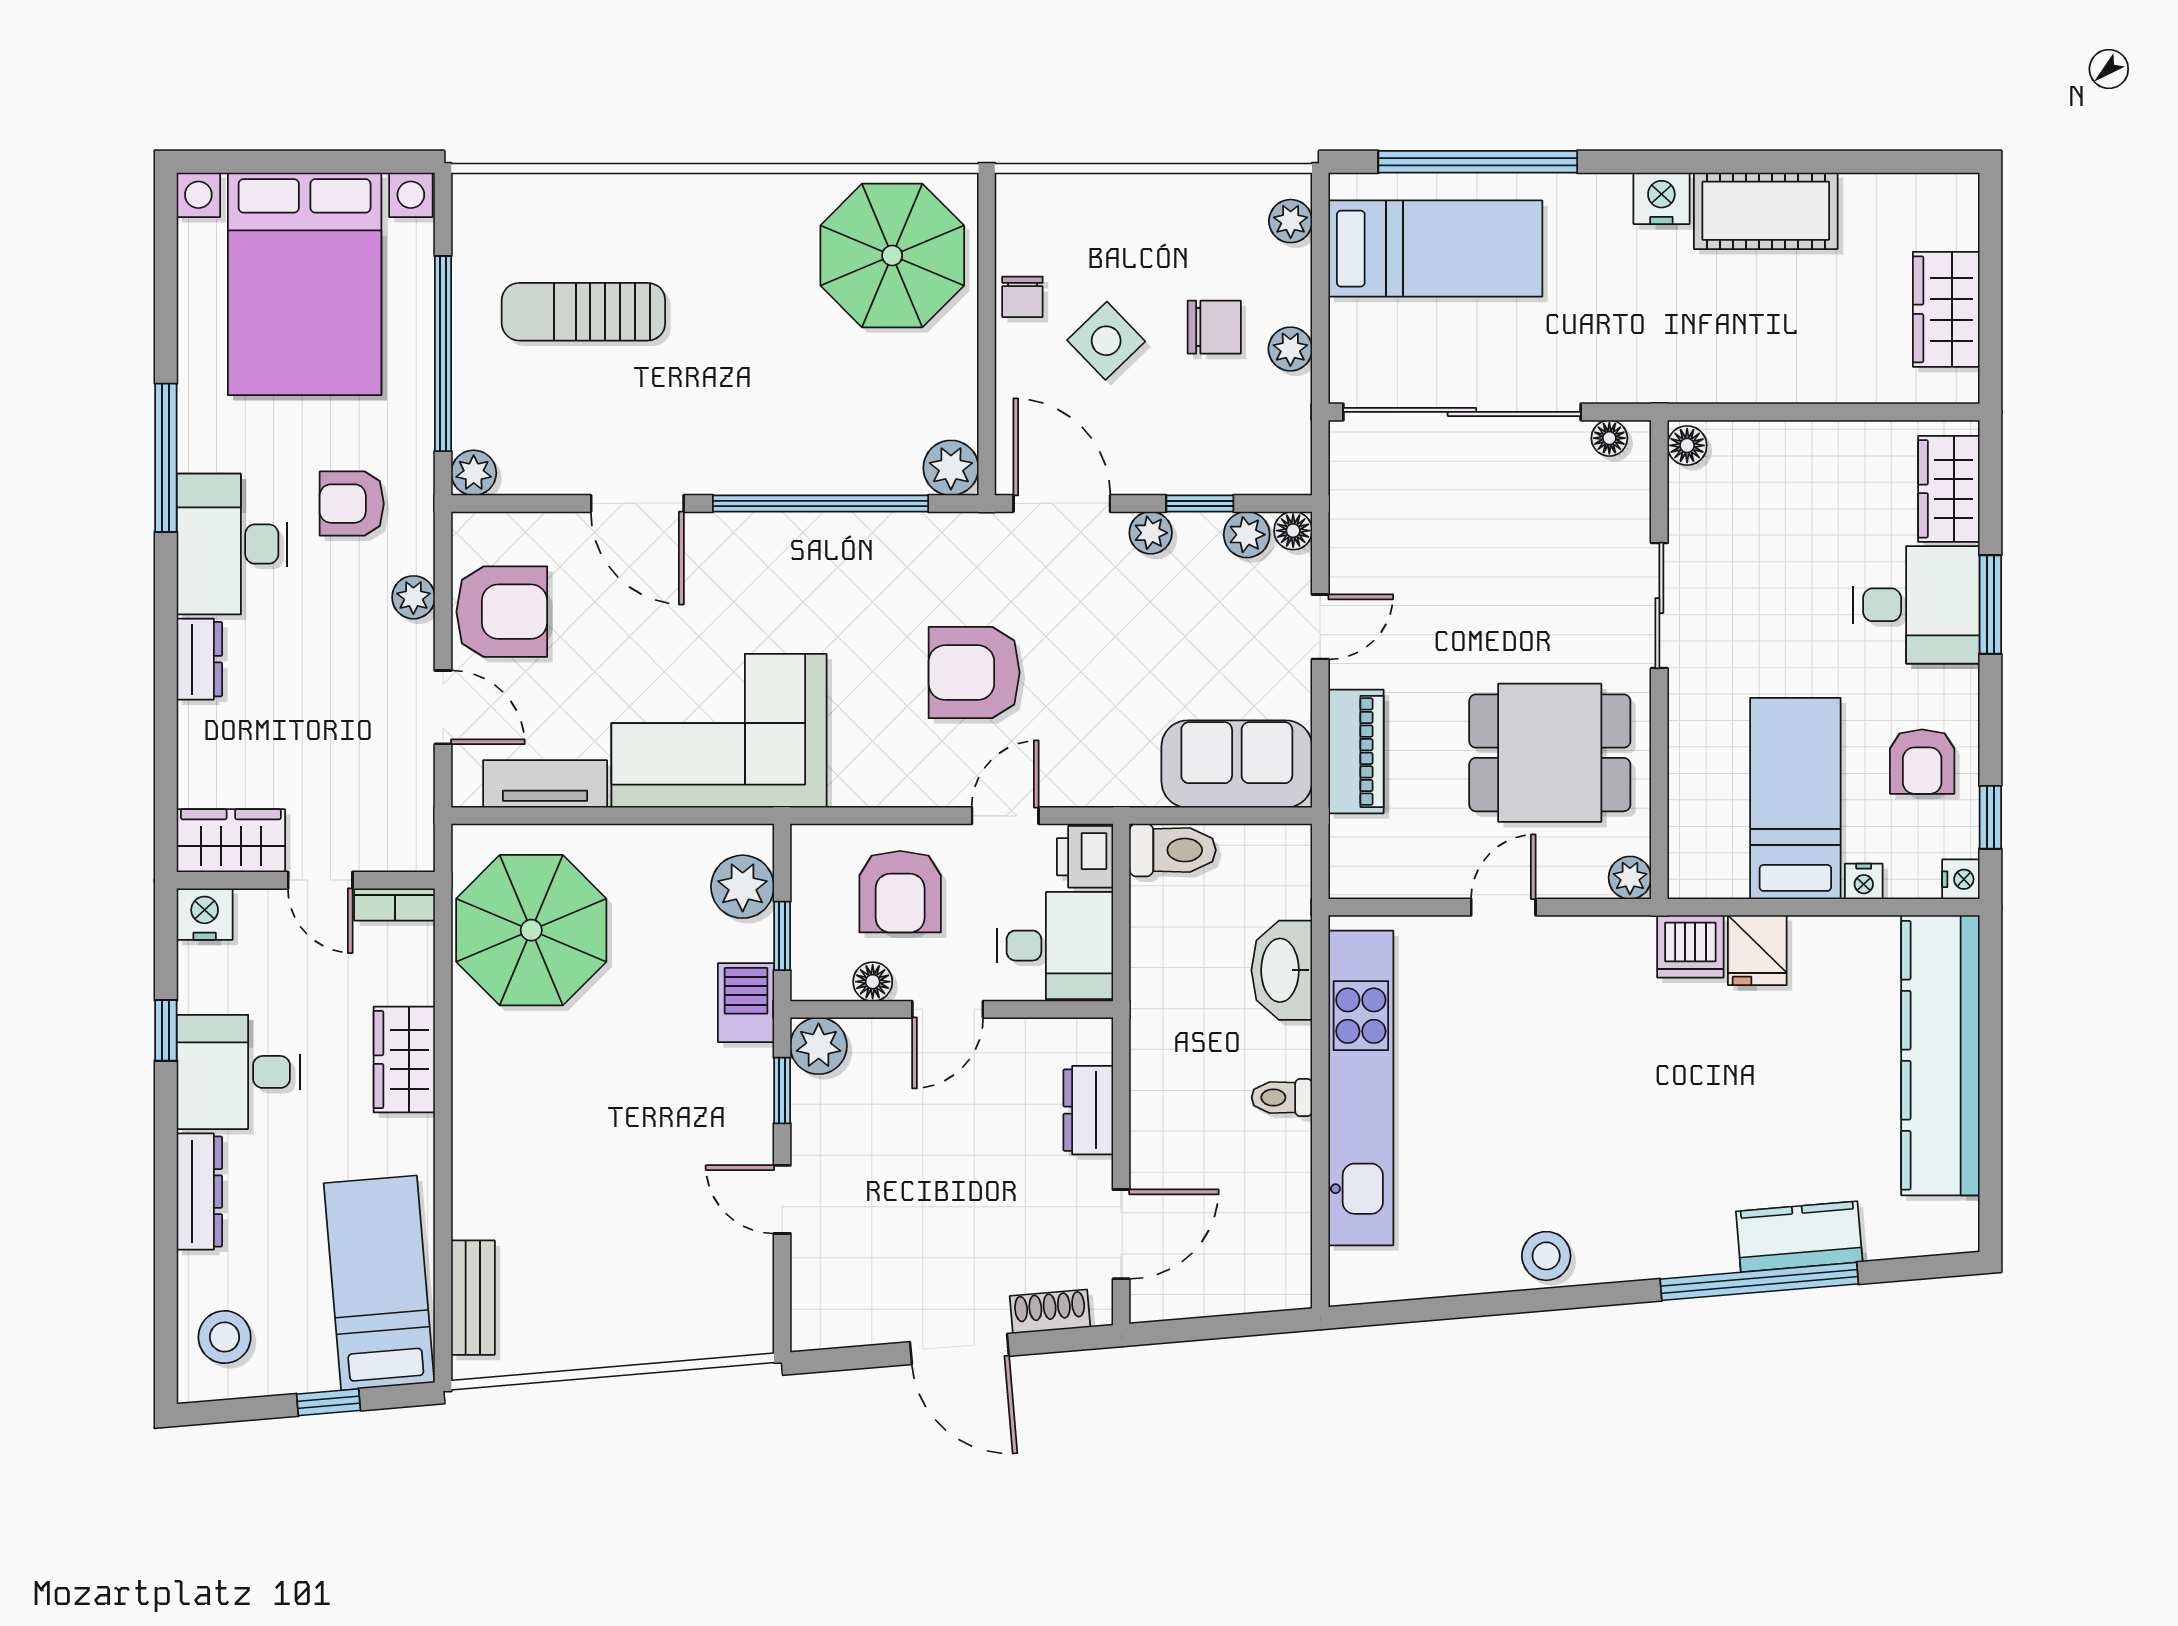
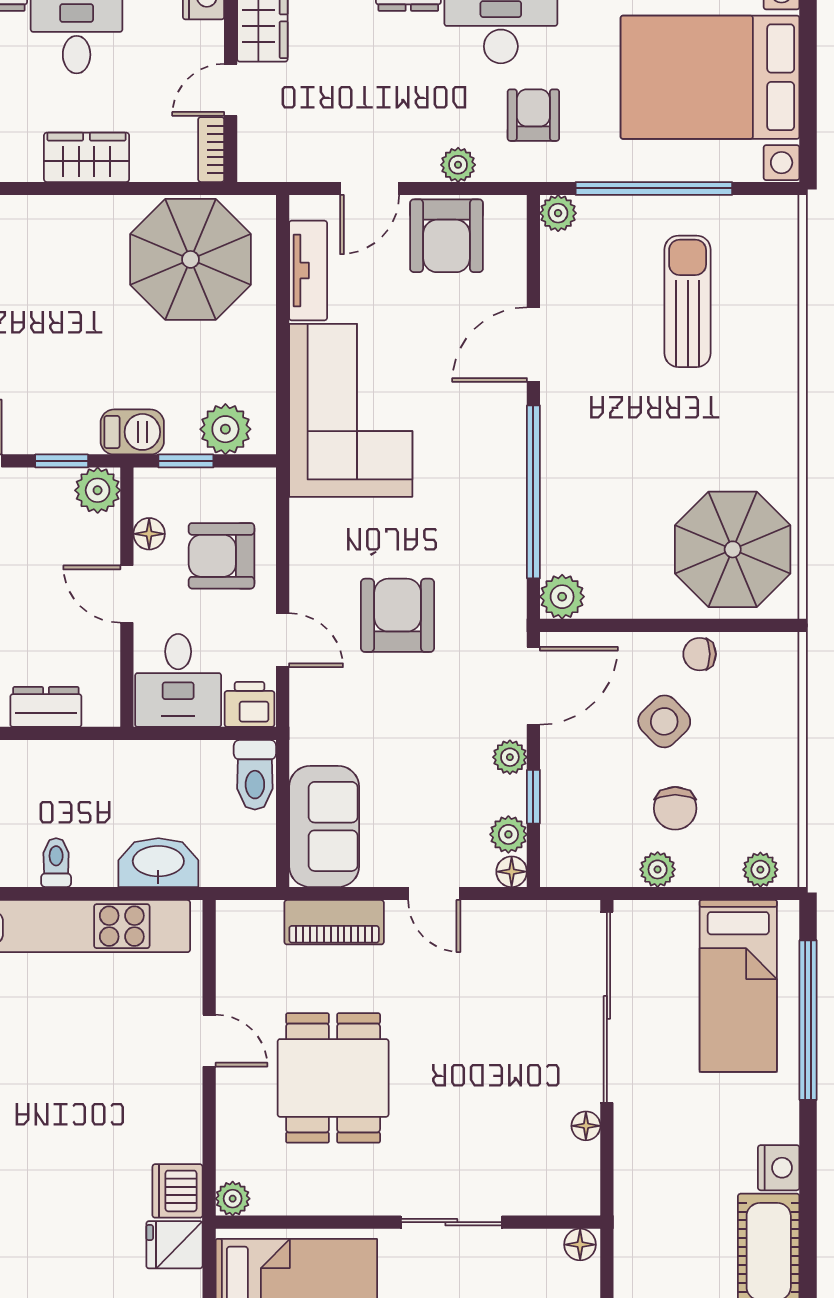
floor lamp: (1687, 445) -> (580, 1245), moved
sliding door: (1659, 606) -> (451, 1222), moved
wall: (1659, 660) -> (408, 1222), moved
plant: (1630, 878) -> (233, 1199), moved

